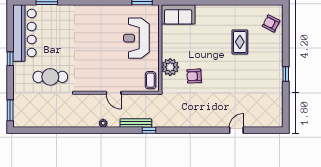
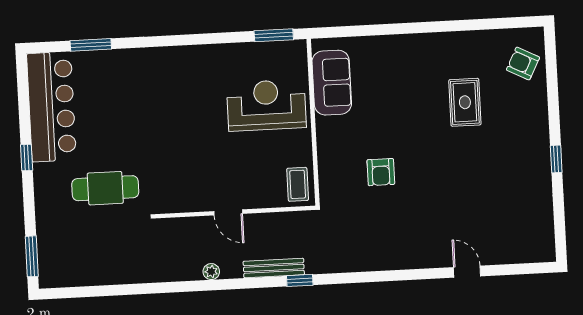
sofa: (178, 14) -> (332, 83), moved, turned -90
reception desk: (136, 38) -> (266, 105), turned 90
plant: (170, 67) -> (334, 157), removed
armchair: (194, 76) -> (381, 172), turned -87
door: (236, 130) -> (467, 272), hinge flipped

